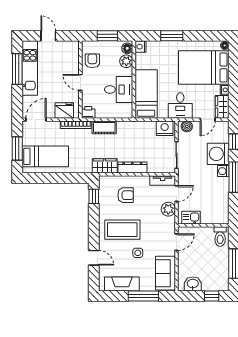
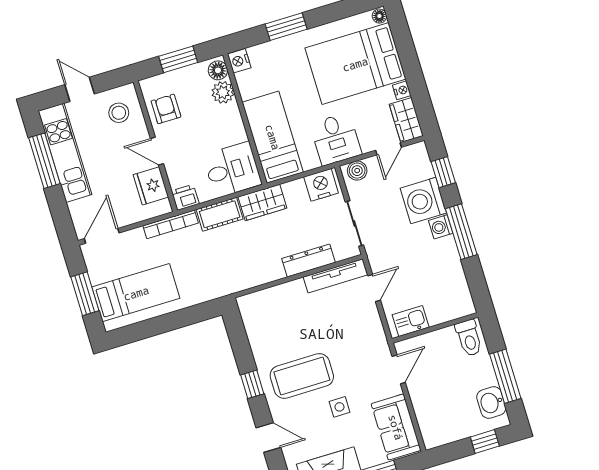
stool: (66, 55) -> (119, 113), added
desk: (119, 89) -> (232, 170), moved
fridge: (64, 111) -> (151, 186), moved, turned -90
wardrobe: (105, 166) -> (262, 202), moved, turned 180
dresser: (132, 168) -> (309, 261), moved
tv unit: (163, 180) -> (335, 276), width x1.41
armchair: (126, 195) -> (290, 317), removed
window: (94, 196) -> (252, 384), moved
plant: (168, 209) -> (368, 318), removed
washbasin: (193, 284) -> (491, 402), moved, turned -90

